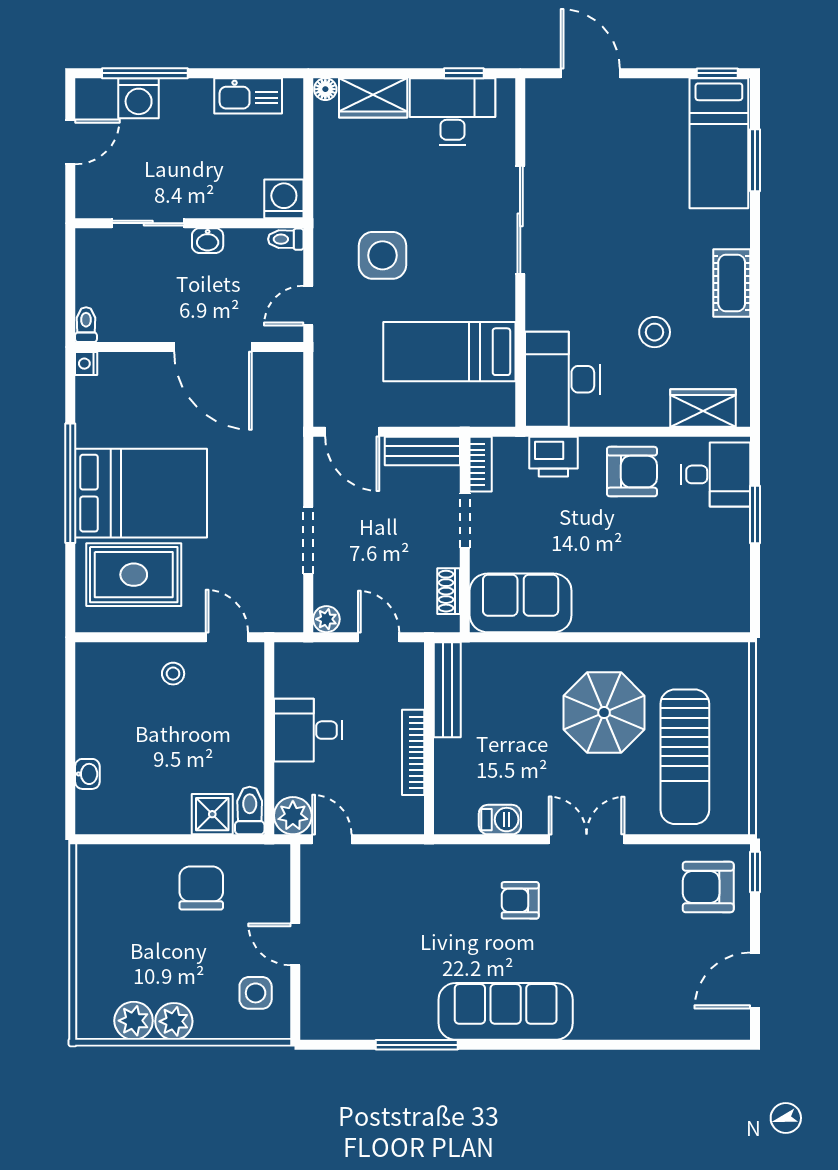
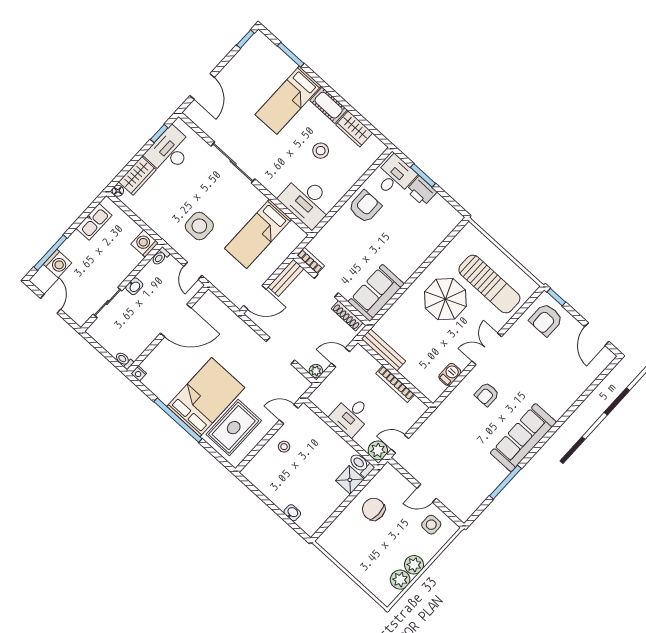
door: (590, 73) -> (202, 86), swing flipped
bed: (719, 143) -> (288, 100), moved, turned 90
wardrobe: (703, 408) -> (354, 129), moved, turned -90
printer: (553, 457) -> (421, 191), moved, turned 90
shoe rack: (449, 591) -> (347, 316), width x1.43

